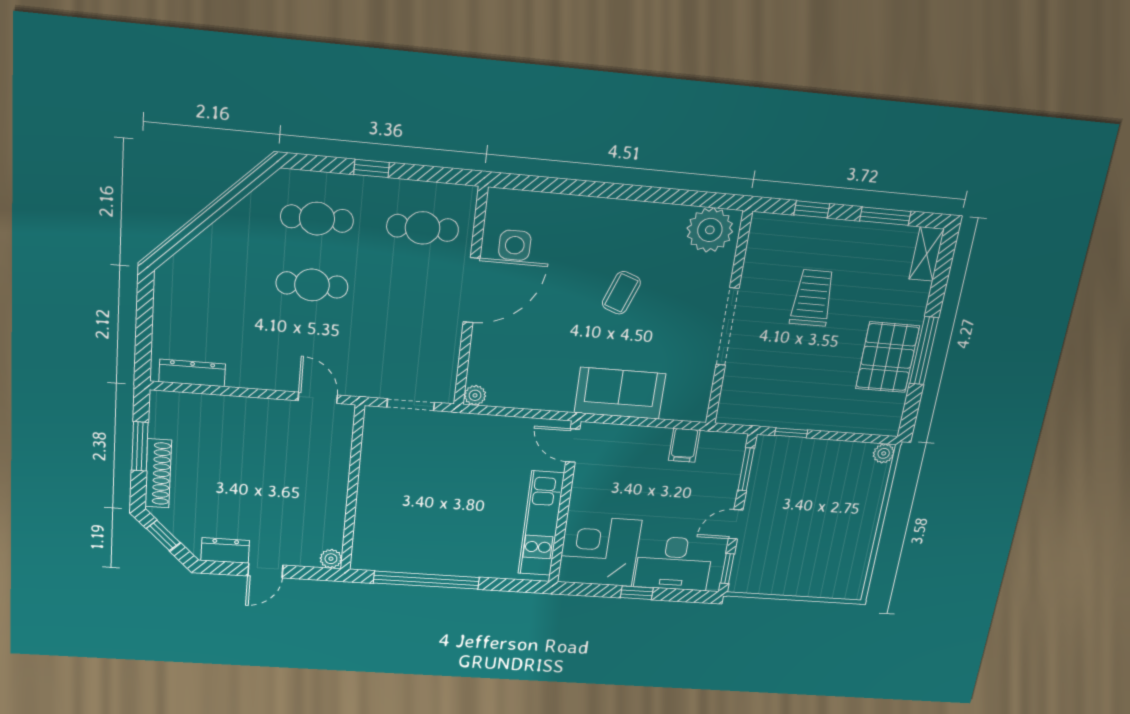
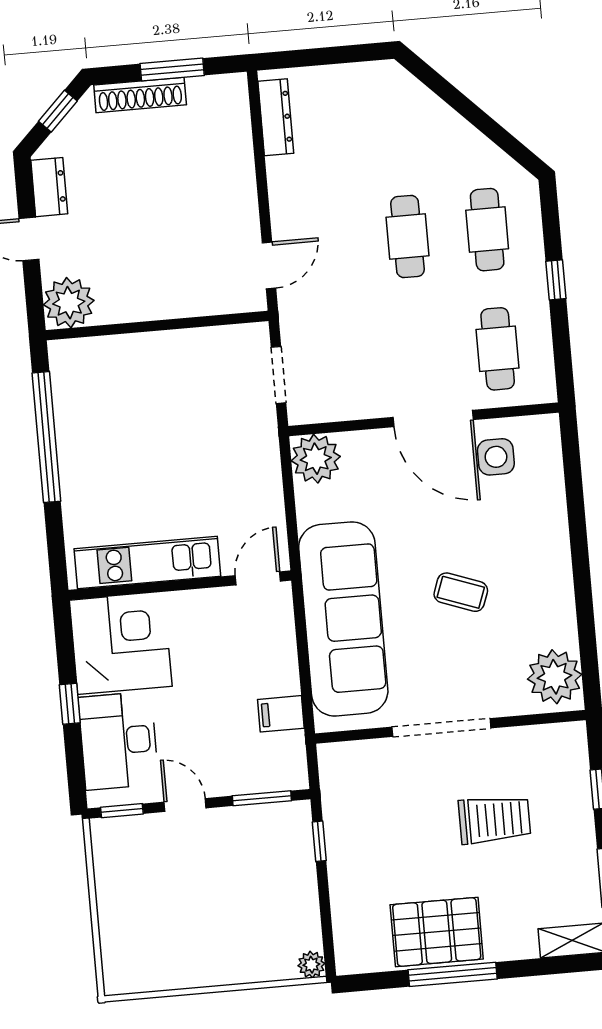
sofa: (620, 393) -> (343, 619), width x1.85, depth x1.27
plant: (475, 395) -> (316, 459), width x1.88, depth x1.88
plant: (331, 559) -> (69, 303), width x1.88, depth x1.88

